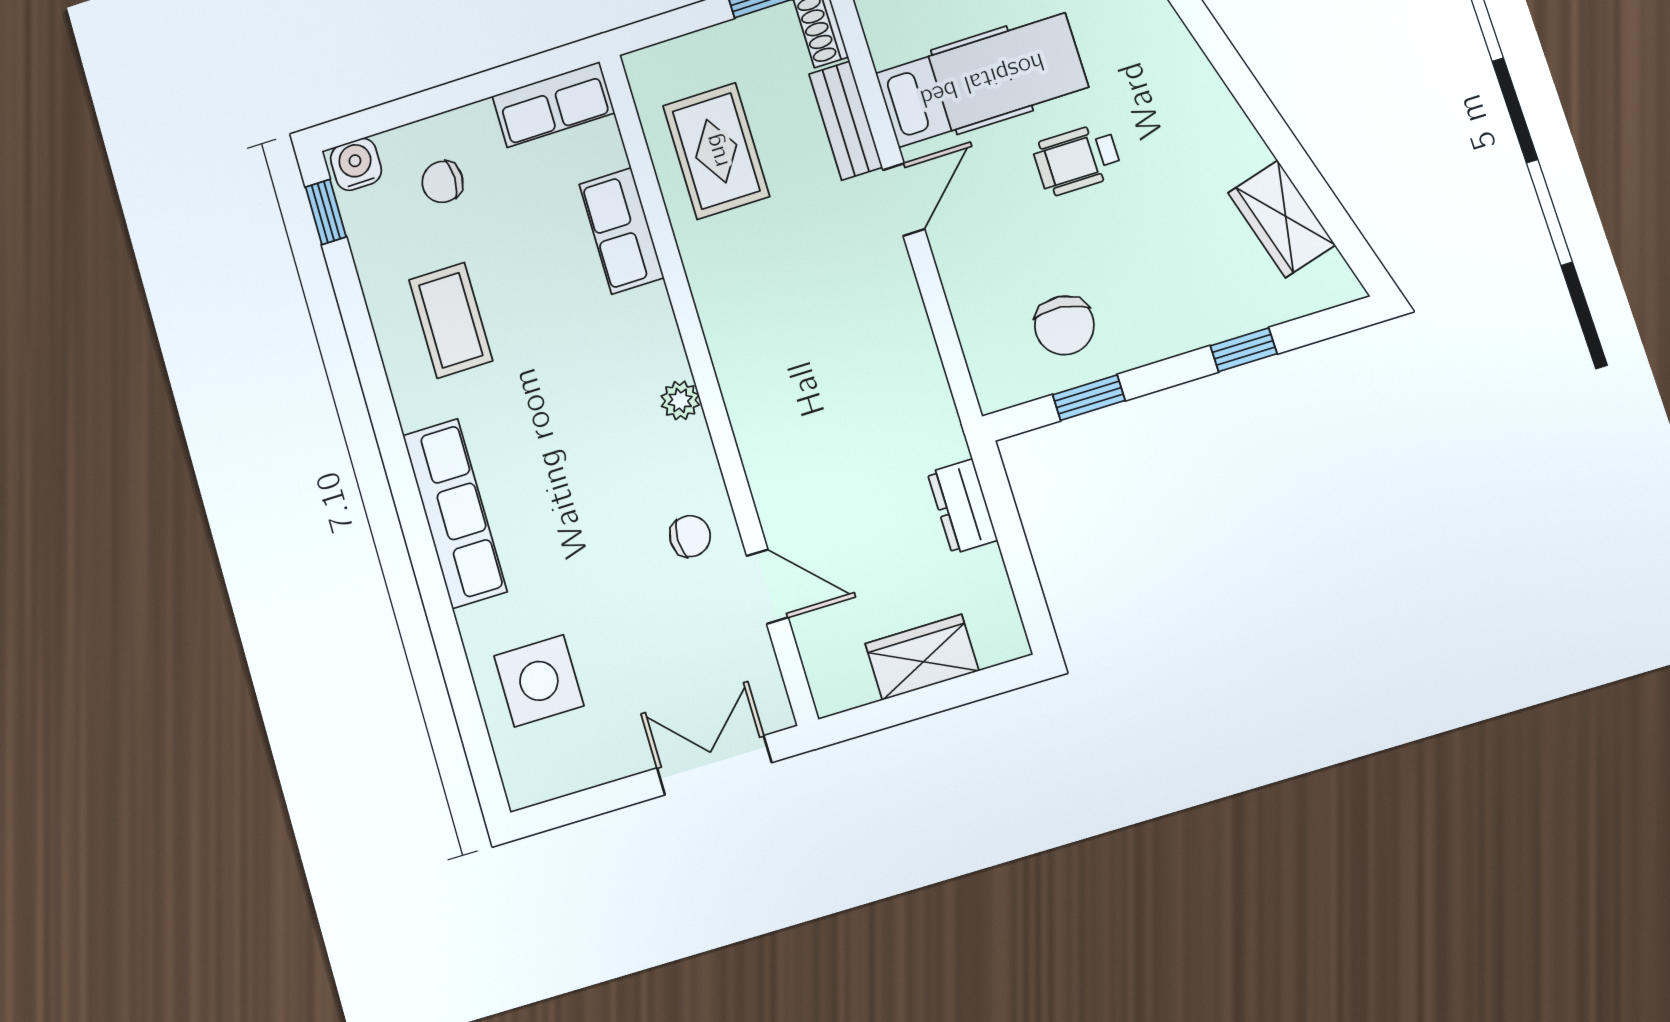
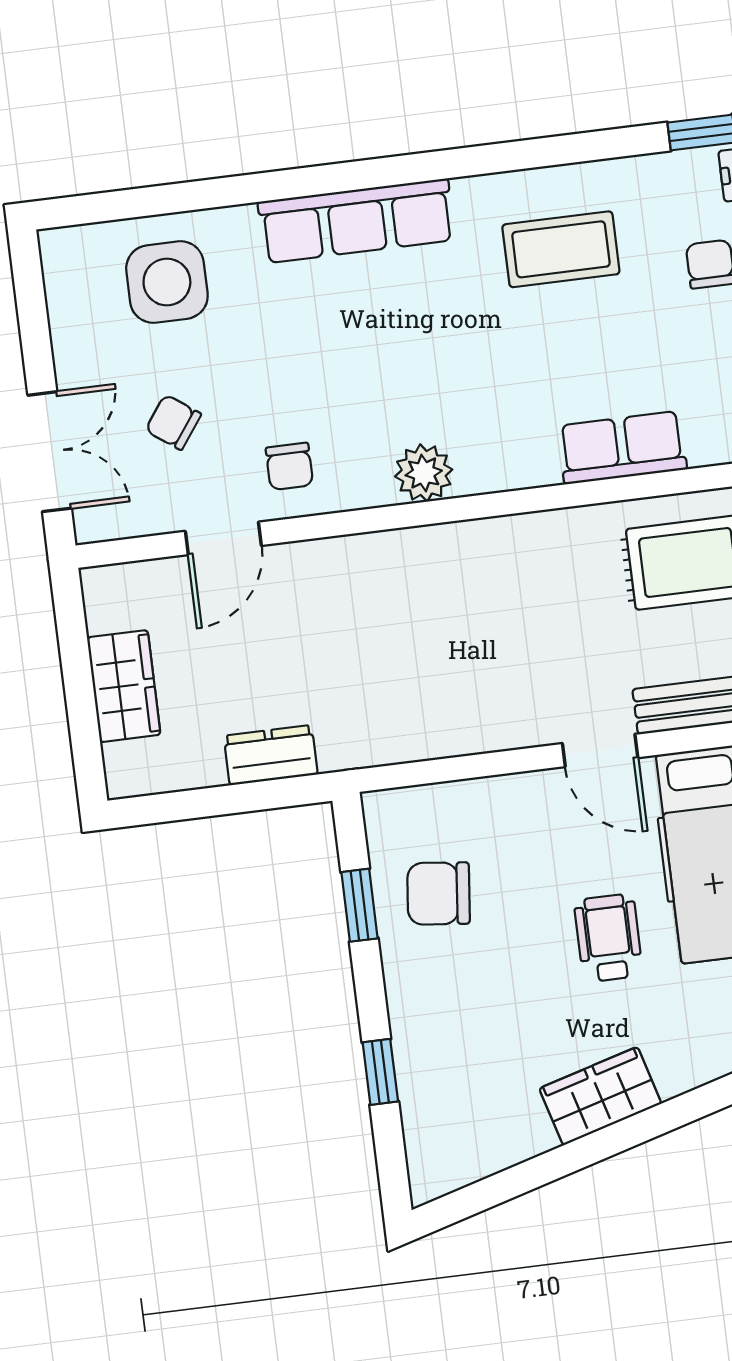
wardrobe: (1282, 219) -> (600, 1096), moved
plant: (680, 400) -> (424, 473), width x1.38, depth x1.38
chair: (667, 653) -> (173, 422), added

